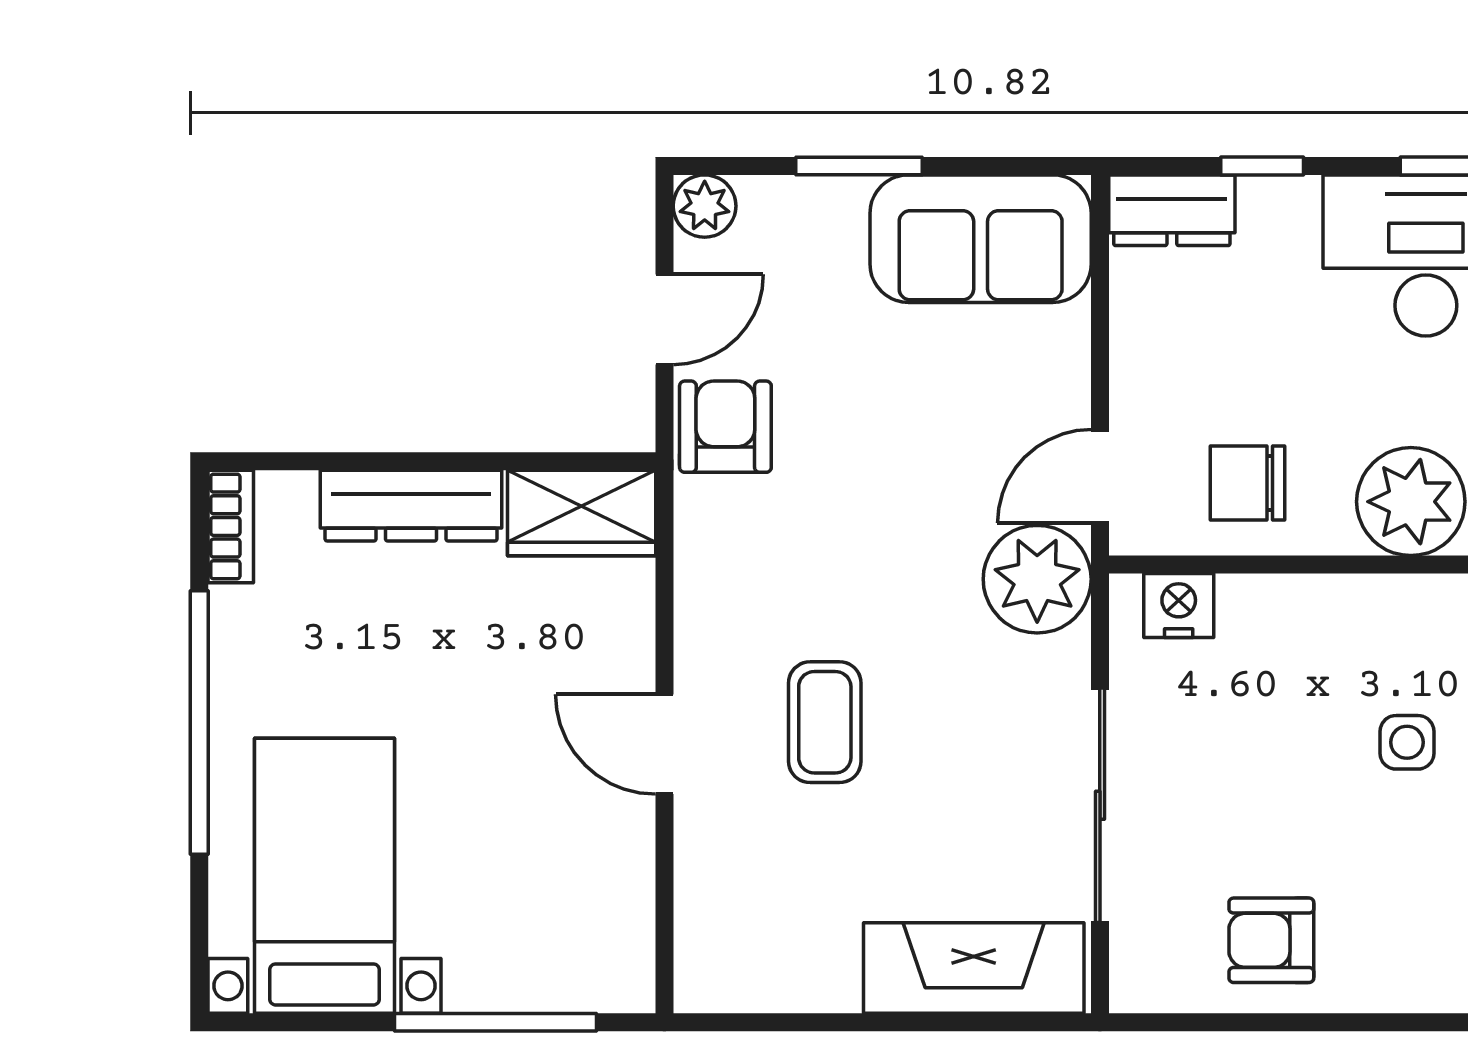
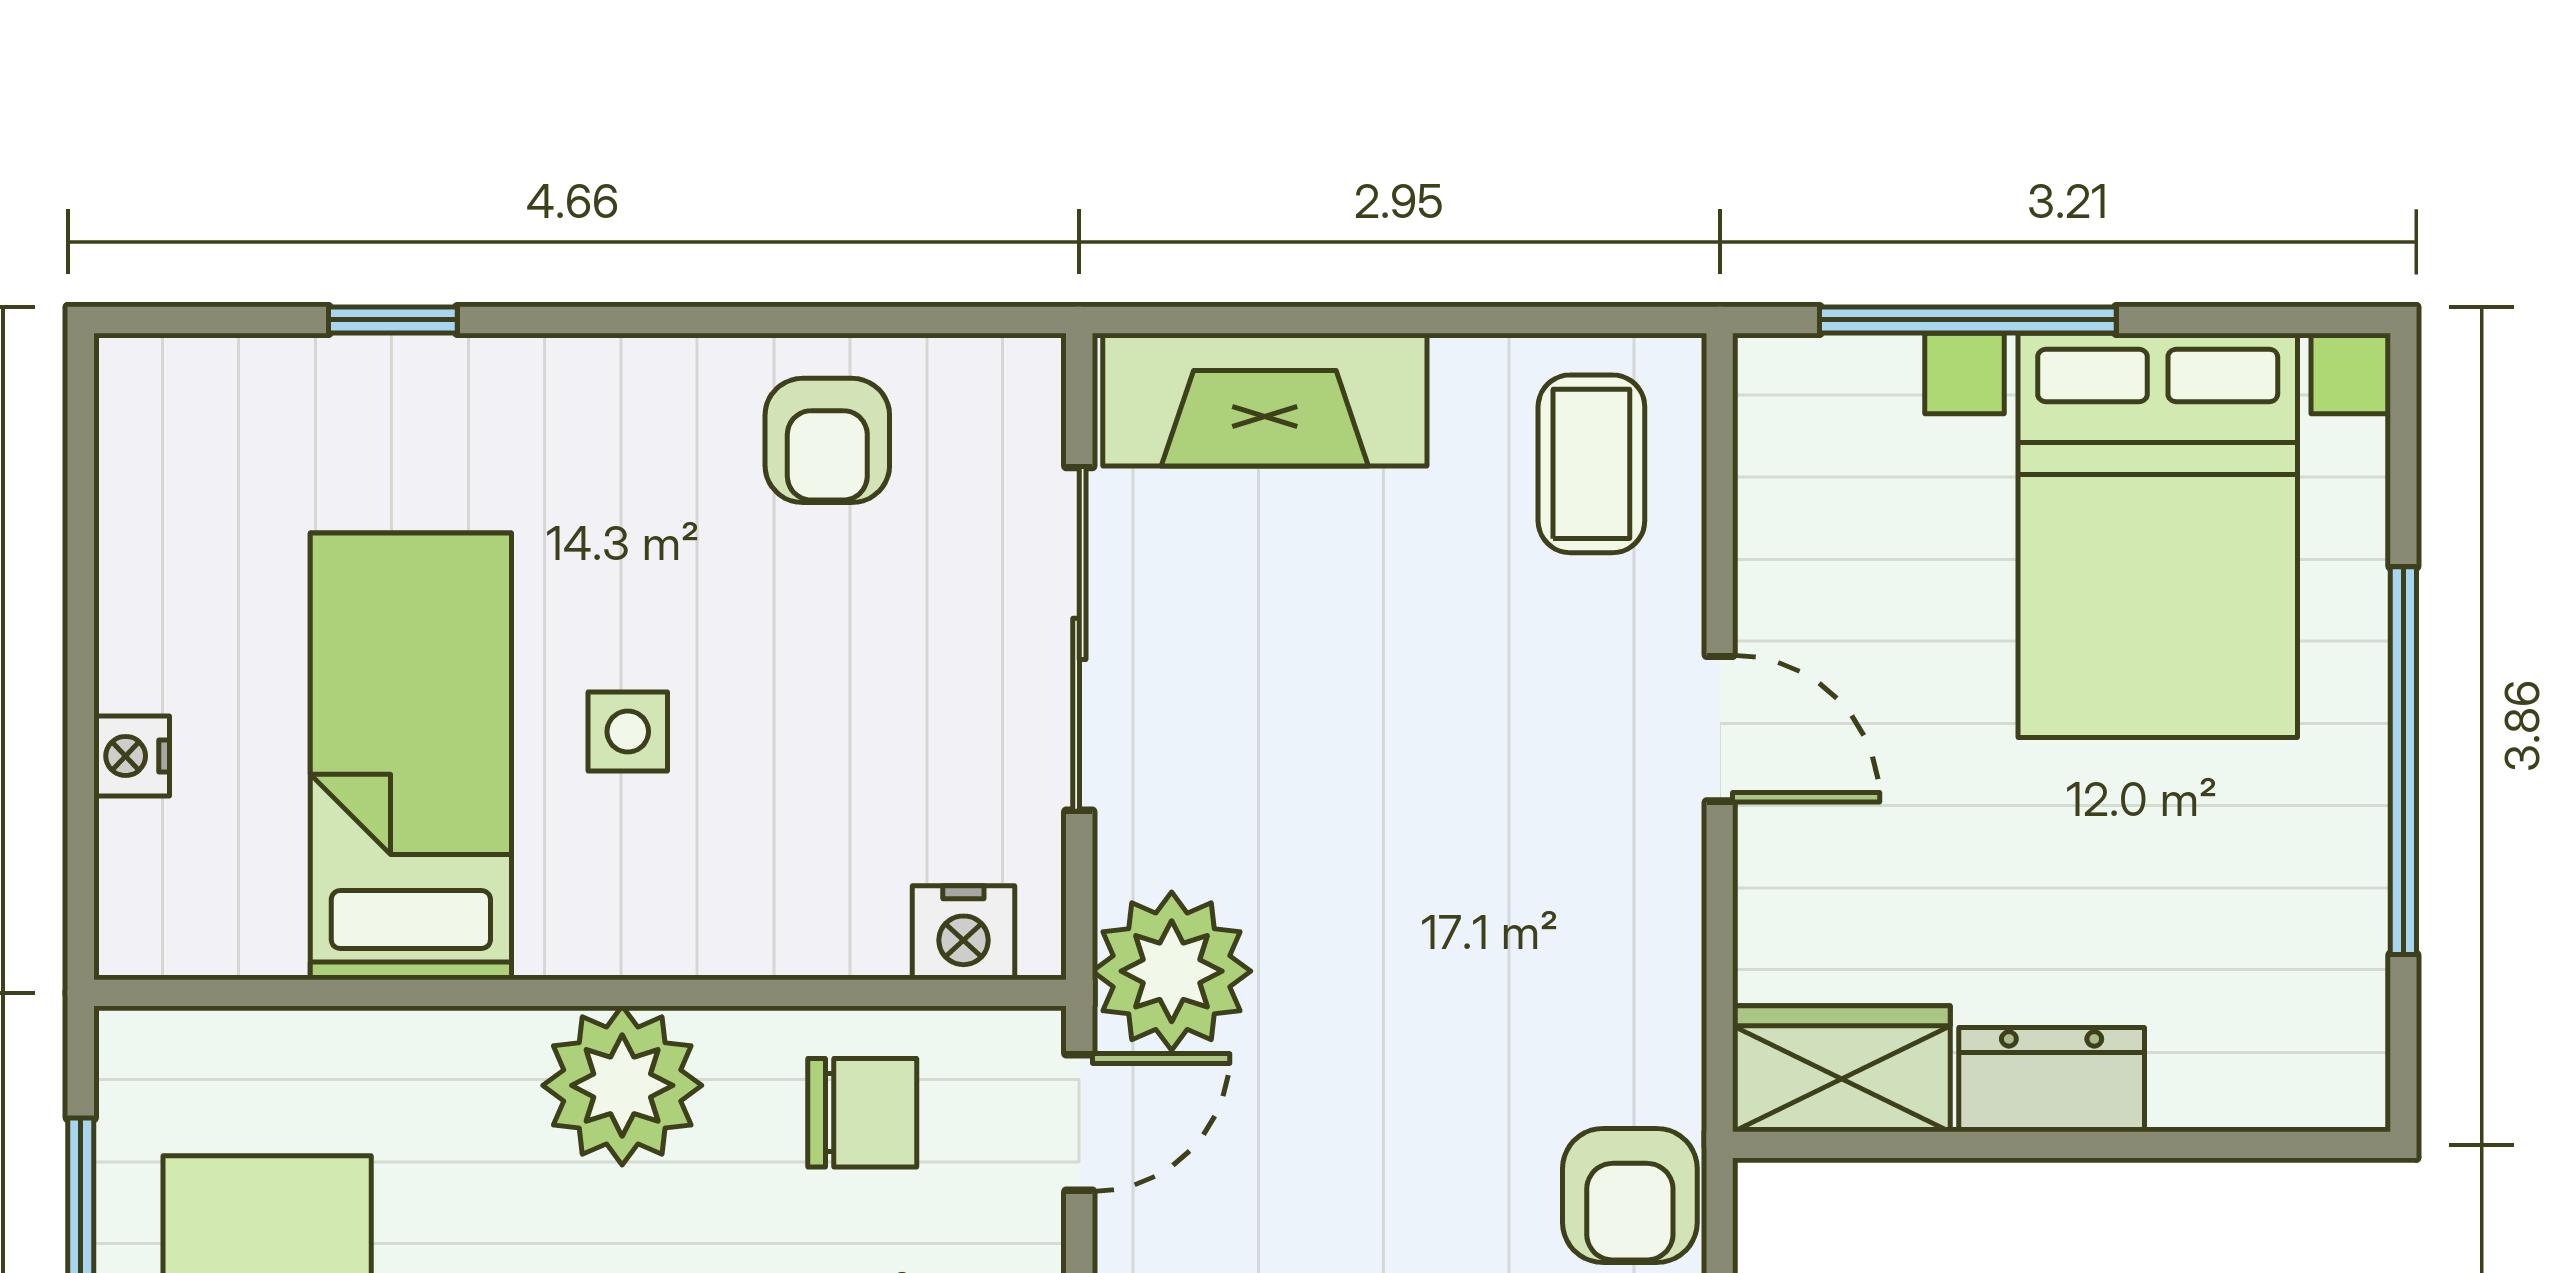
dresser: (411, 506) -> (2052, 1080), width x0.70
bookcase: (231, 526) -> (2357, 1049), removed
coffee table: (825, 722) -> (1591, 464), moved
bed with nightstands: (324, 876) -> (2158, 535), width x1.36
armchair: (1271, 940) -> (827, 440), turned 90

